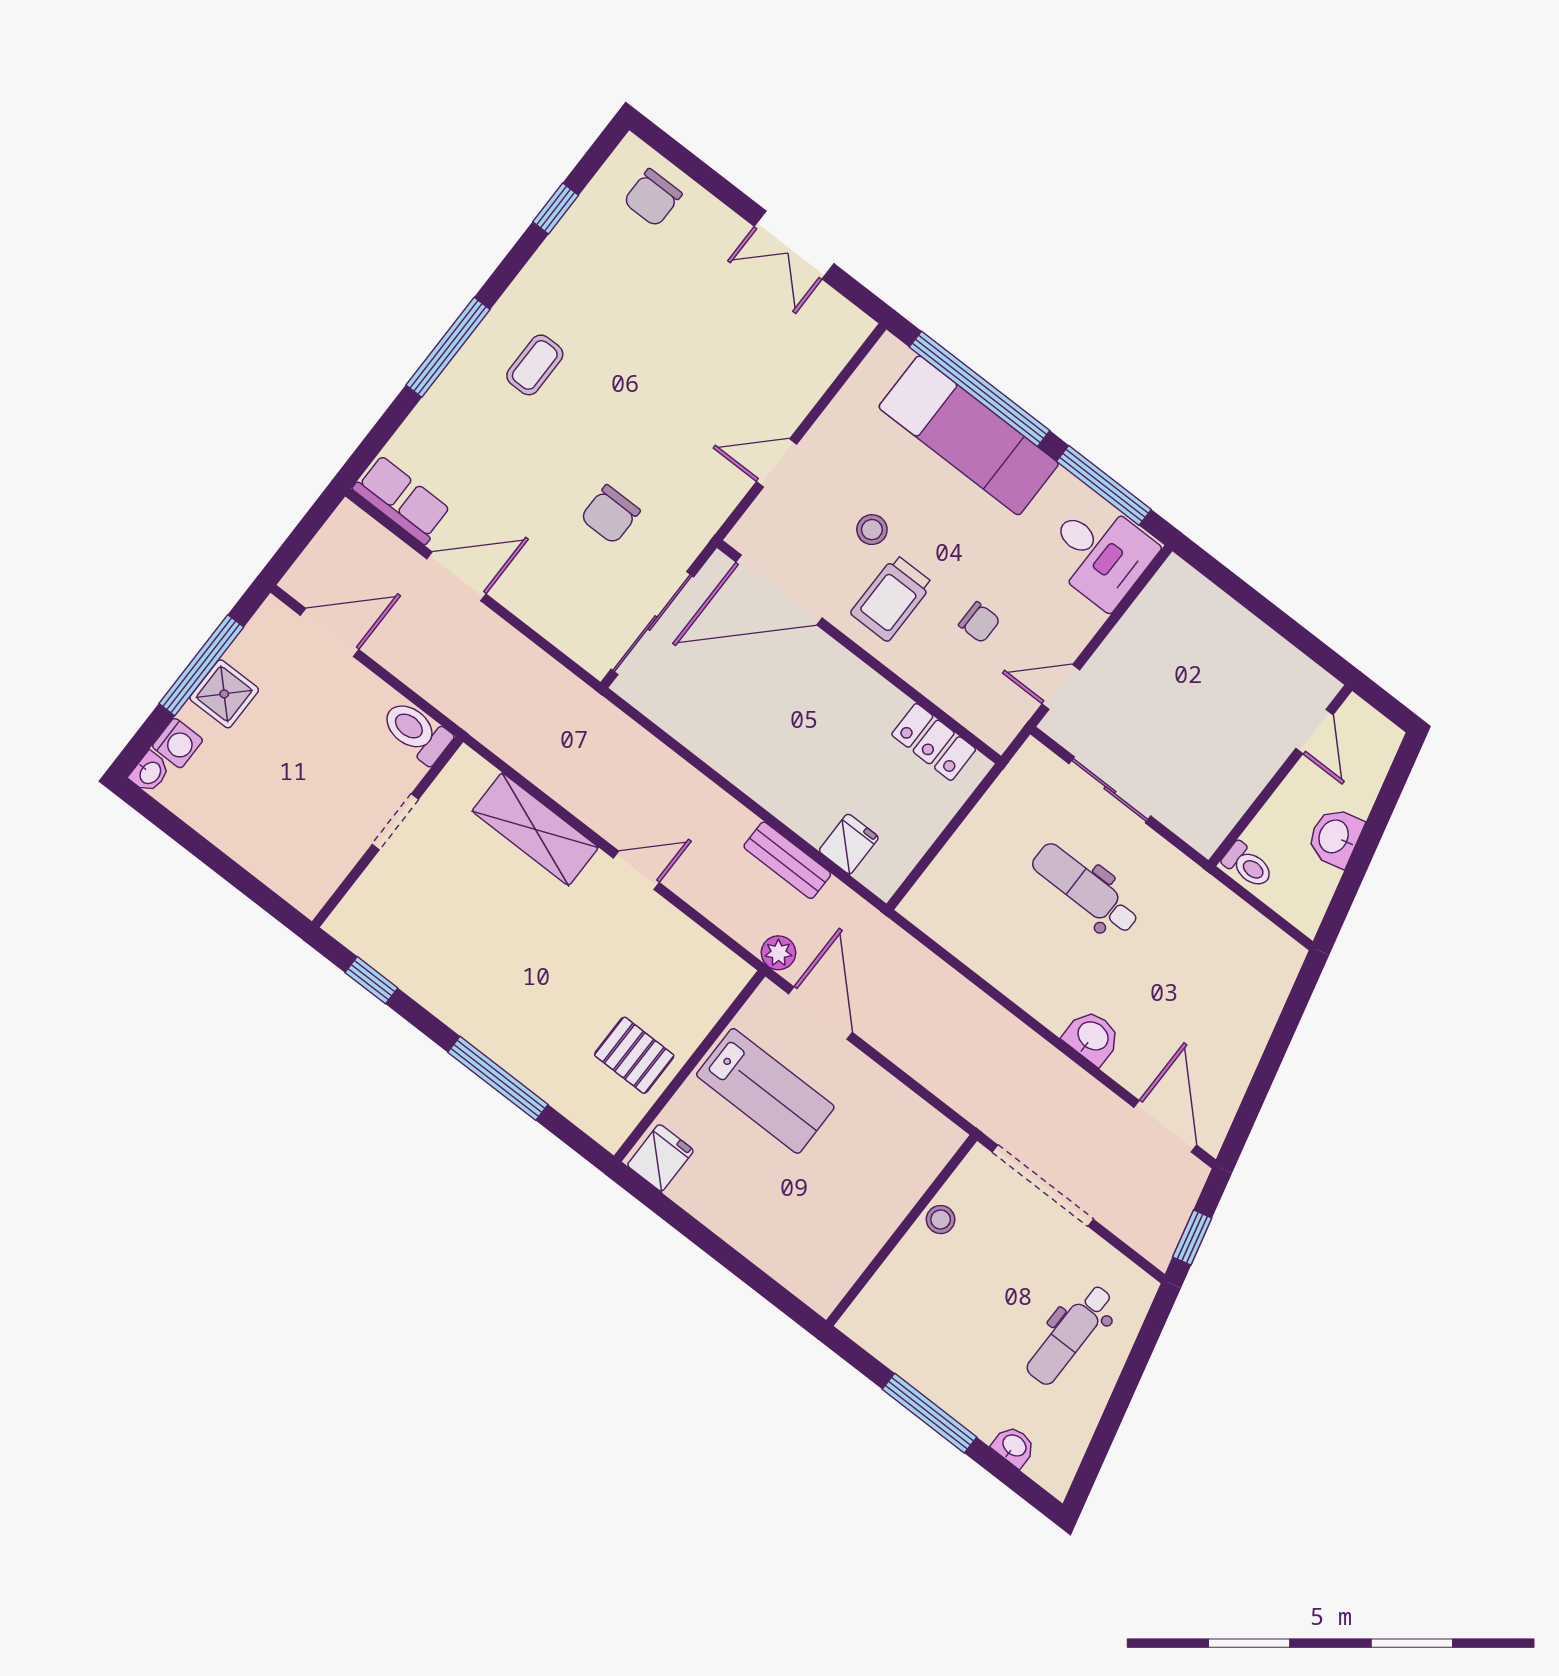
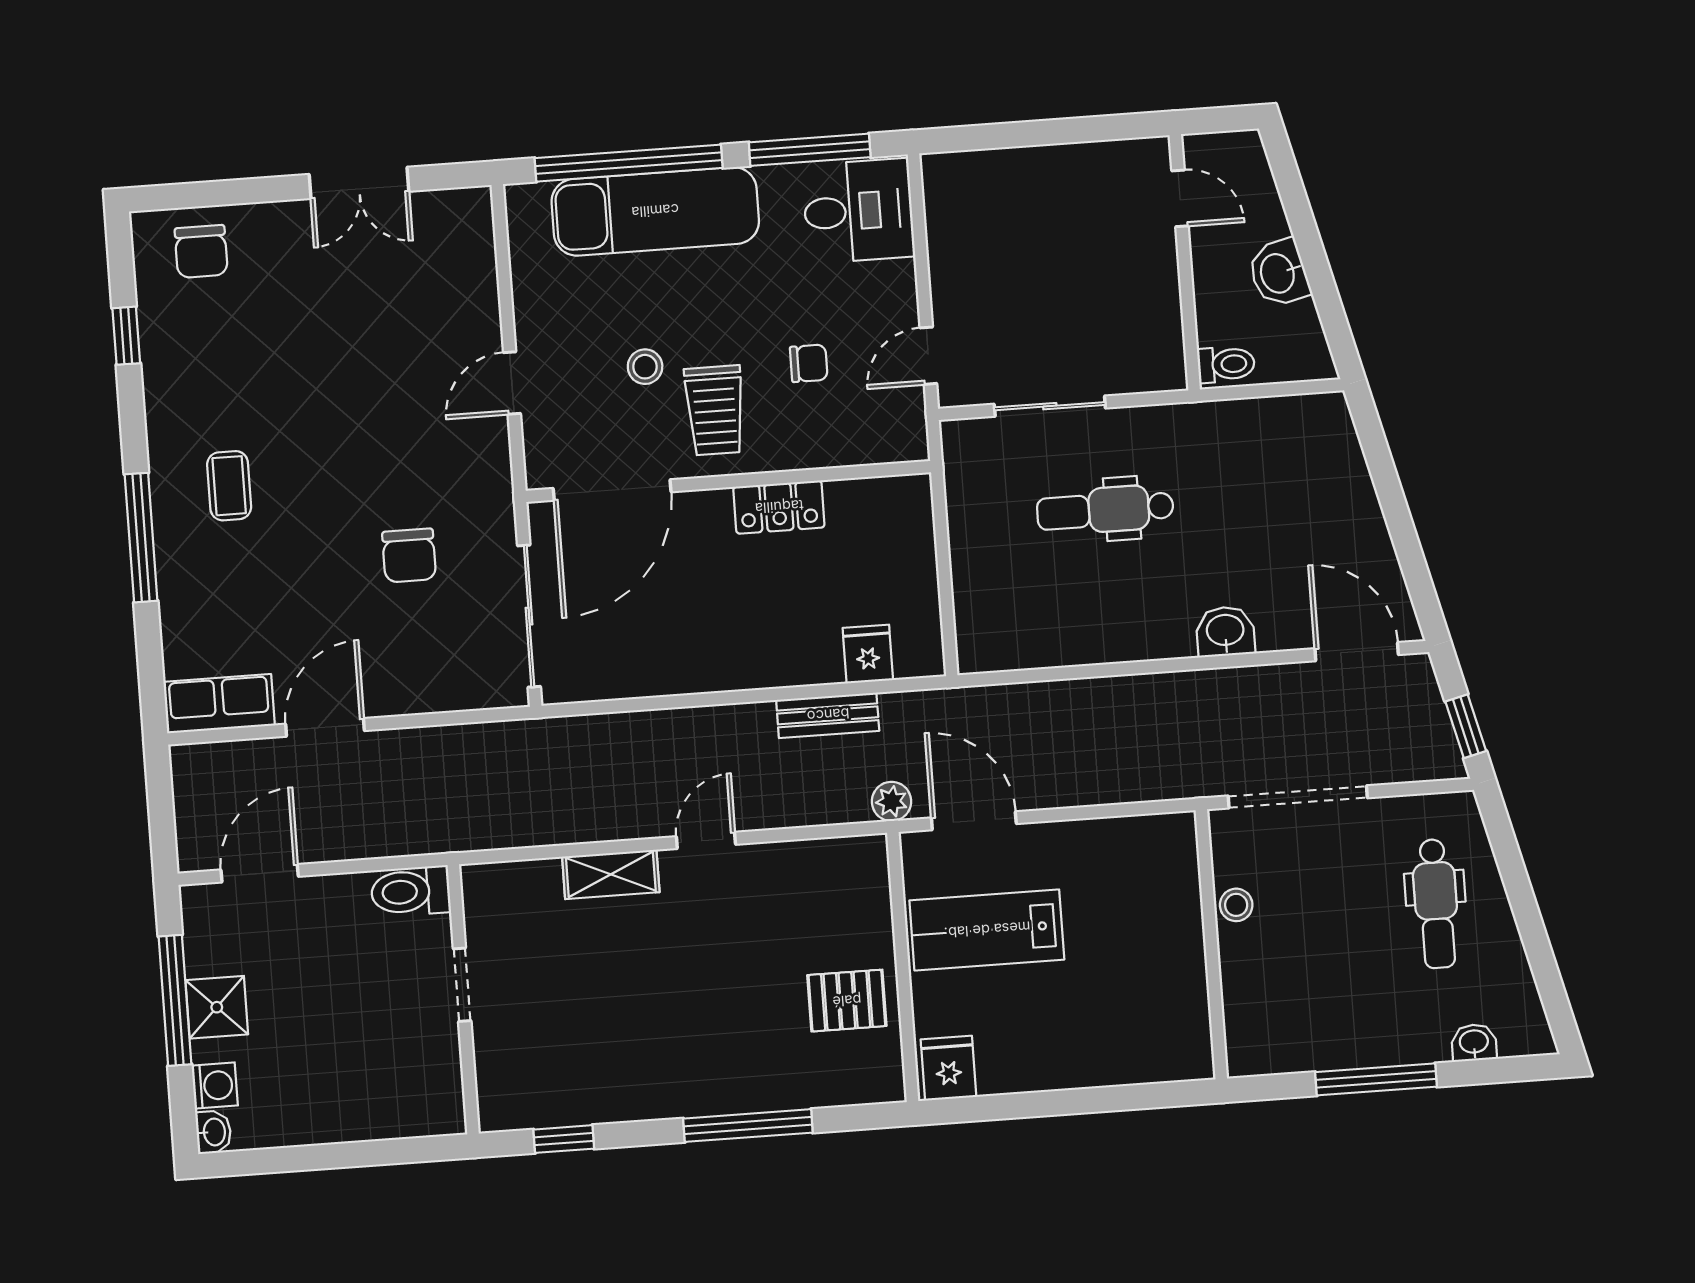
locker: (934, 742) -> (779, 507), moved
shelving: (535, 829) -> (611, 874), width x0.67, depth x0.75
lab bench: (765, 1091) -> (987, 930), turned 180

